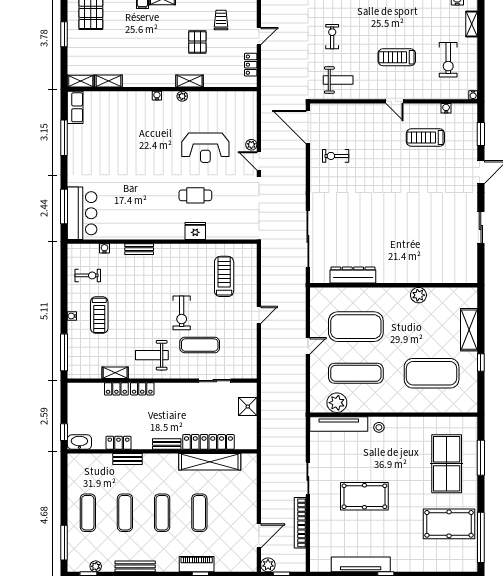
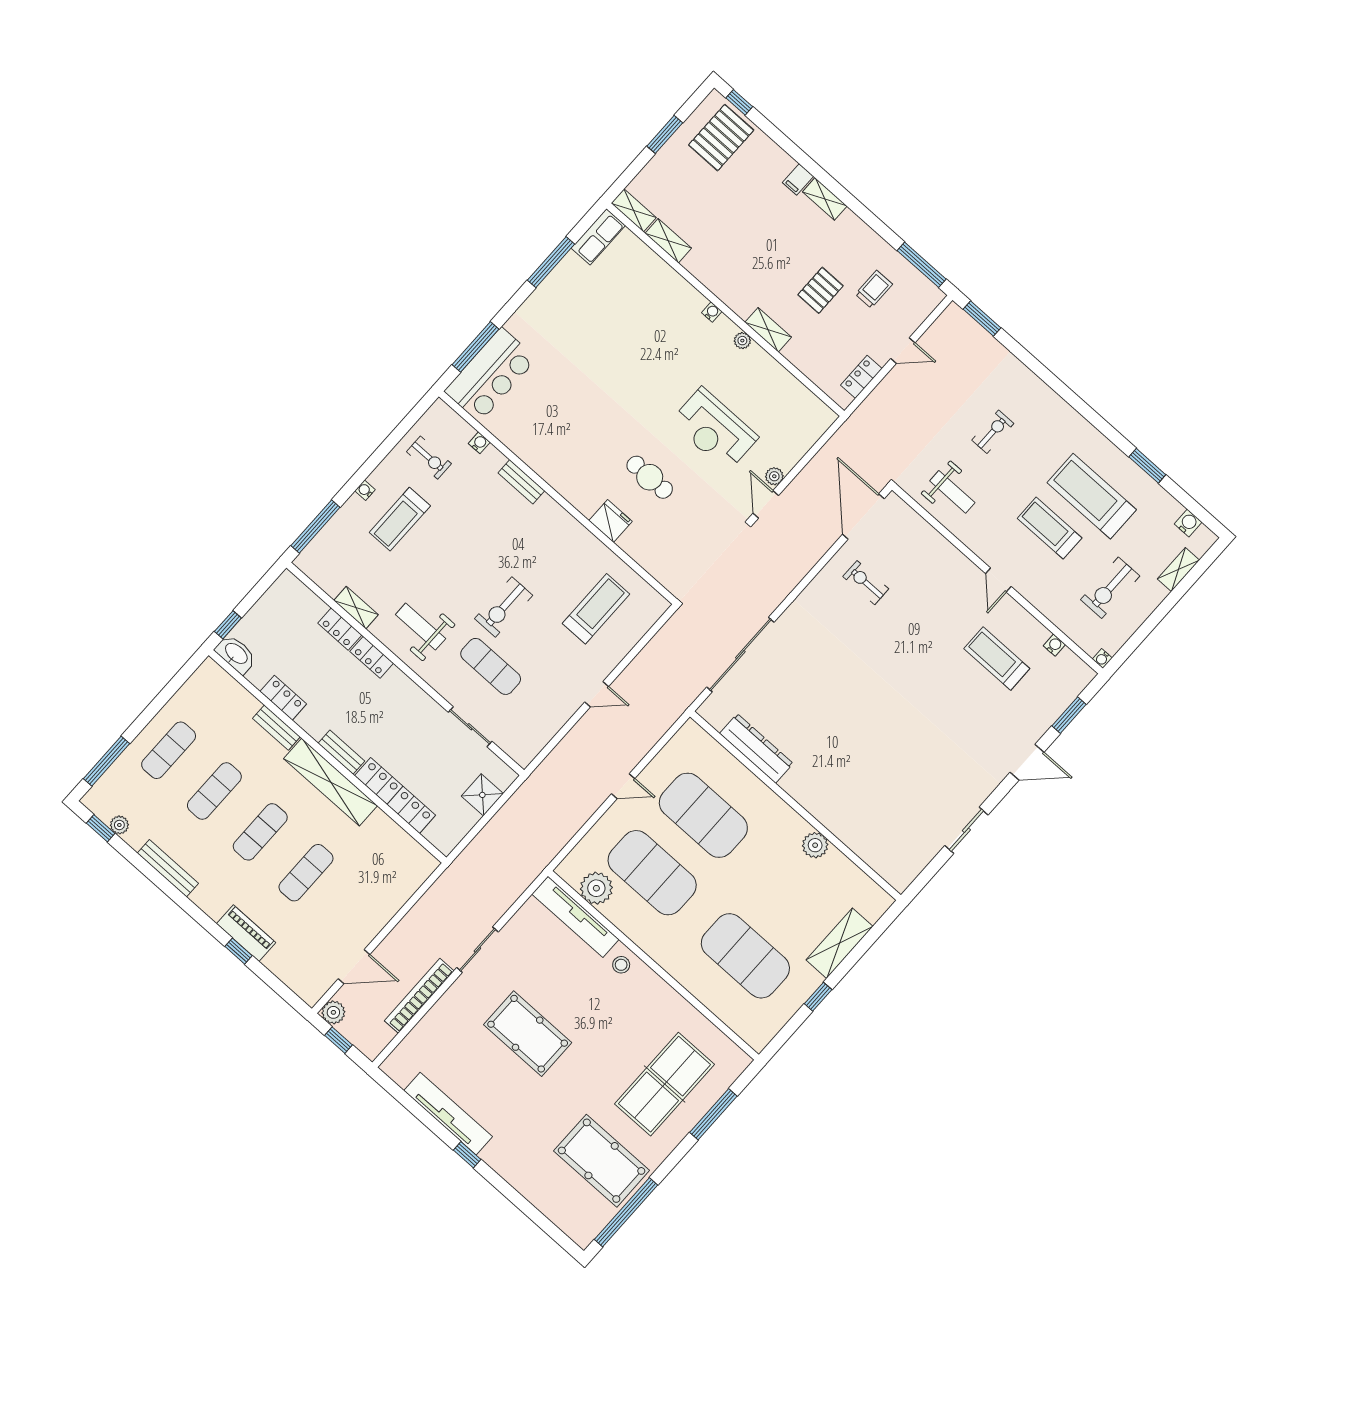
treadmill: (403, 26) -> (1092, 496), added
exercise mat: (356, 373) -> (652, 873), width x1.47
shelving: (210, 462) -> (331, 782), moved

